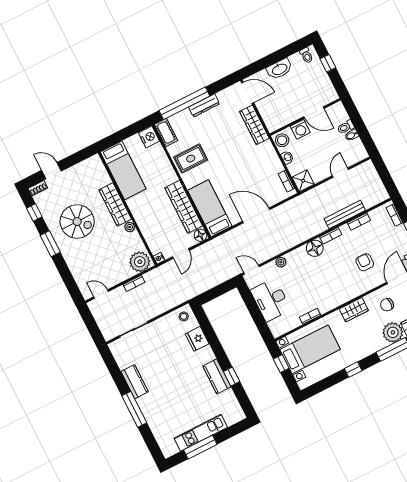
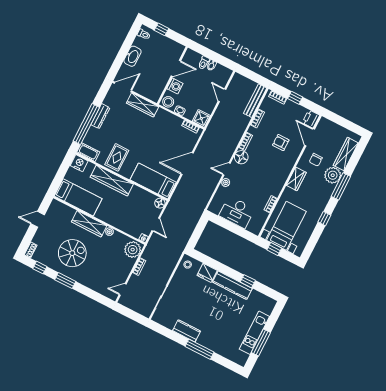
door: (51, 171) -> (38, 219), moved
wardrobe: (184, 207) -> (112, 181), moved
bench: (345, 214) -> (255, 101), moved
door: (252, 270) -> (226, 169), moved
kitchen counter: (217, 376) -> (232, 285), width x1.50

